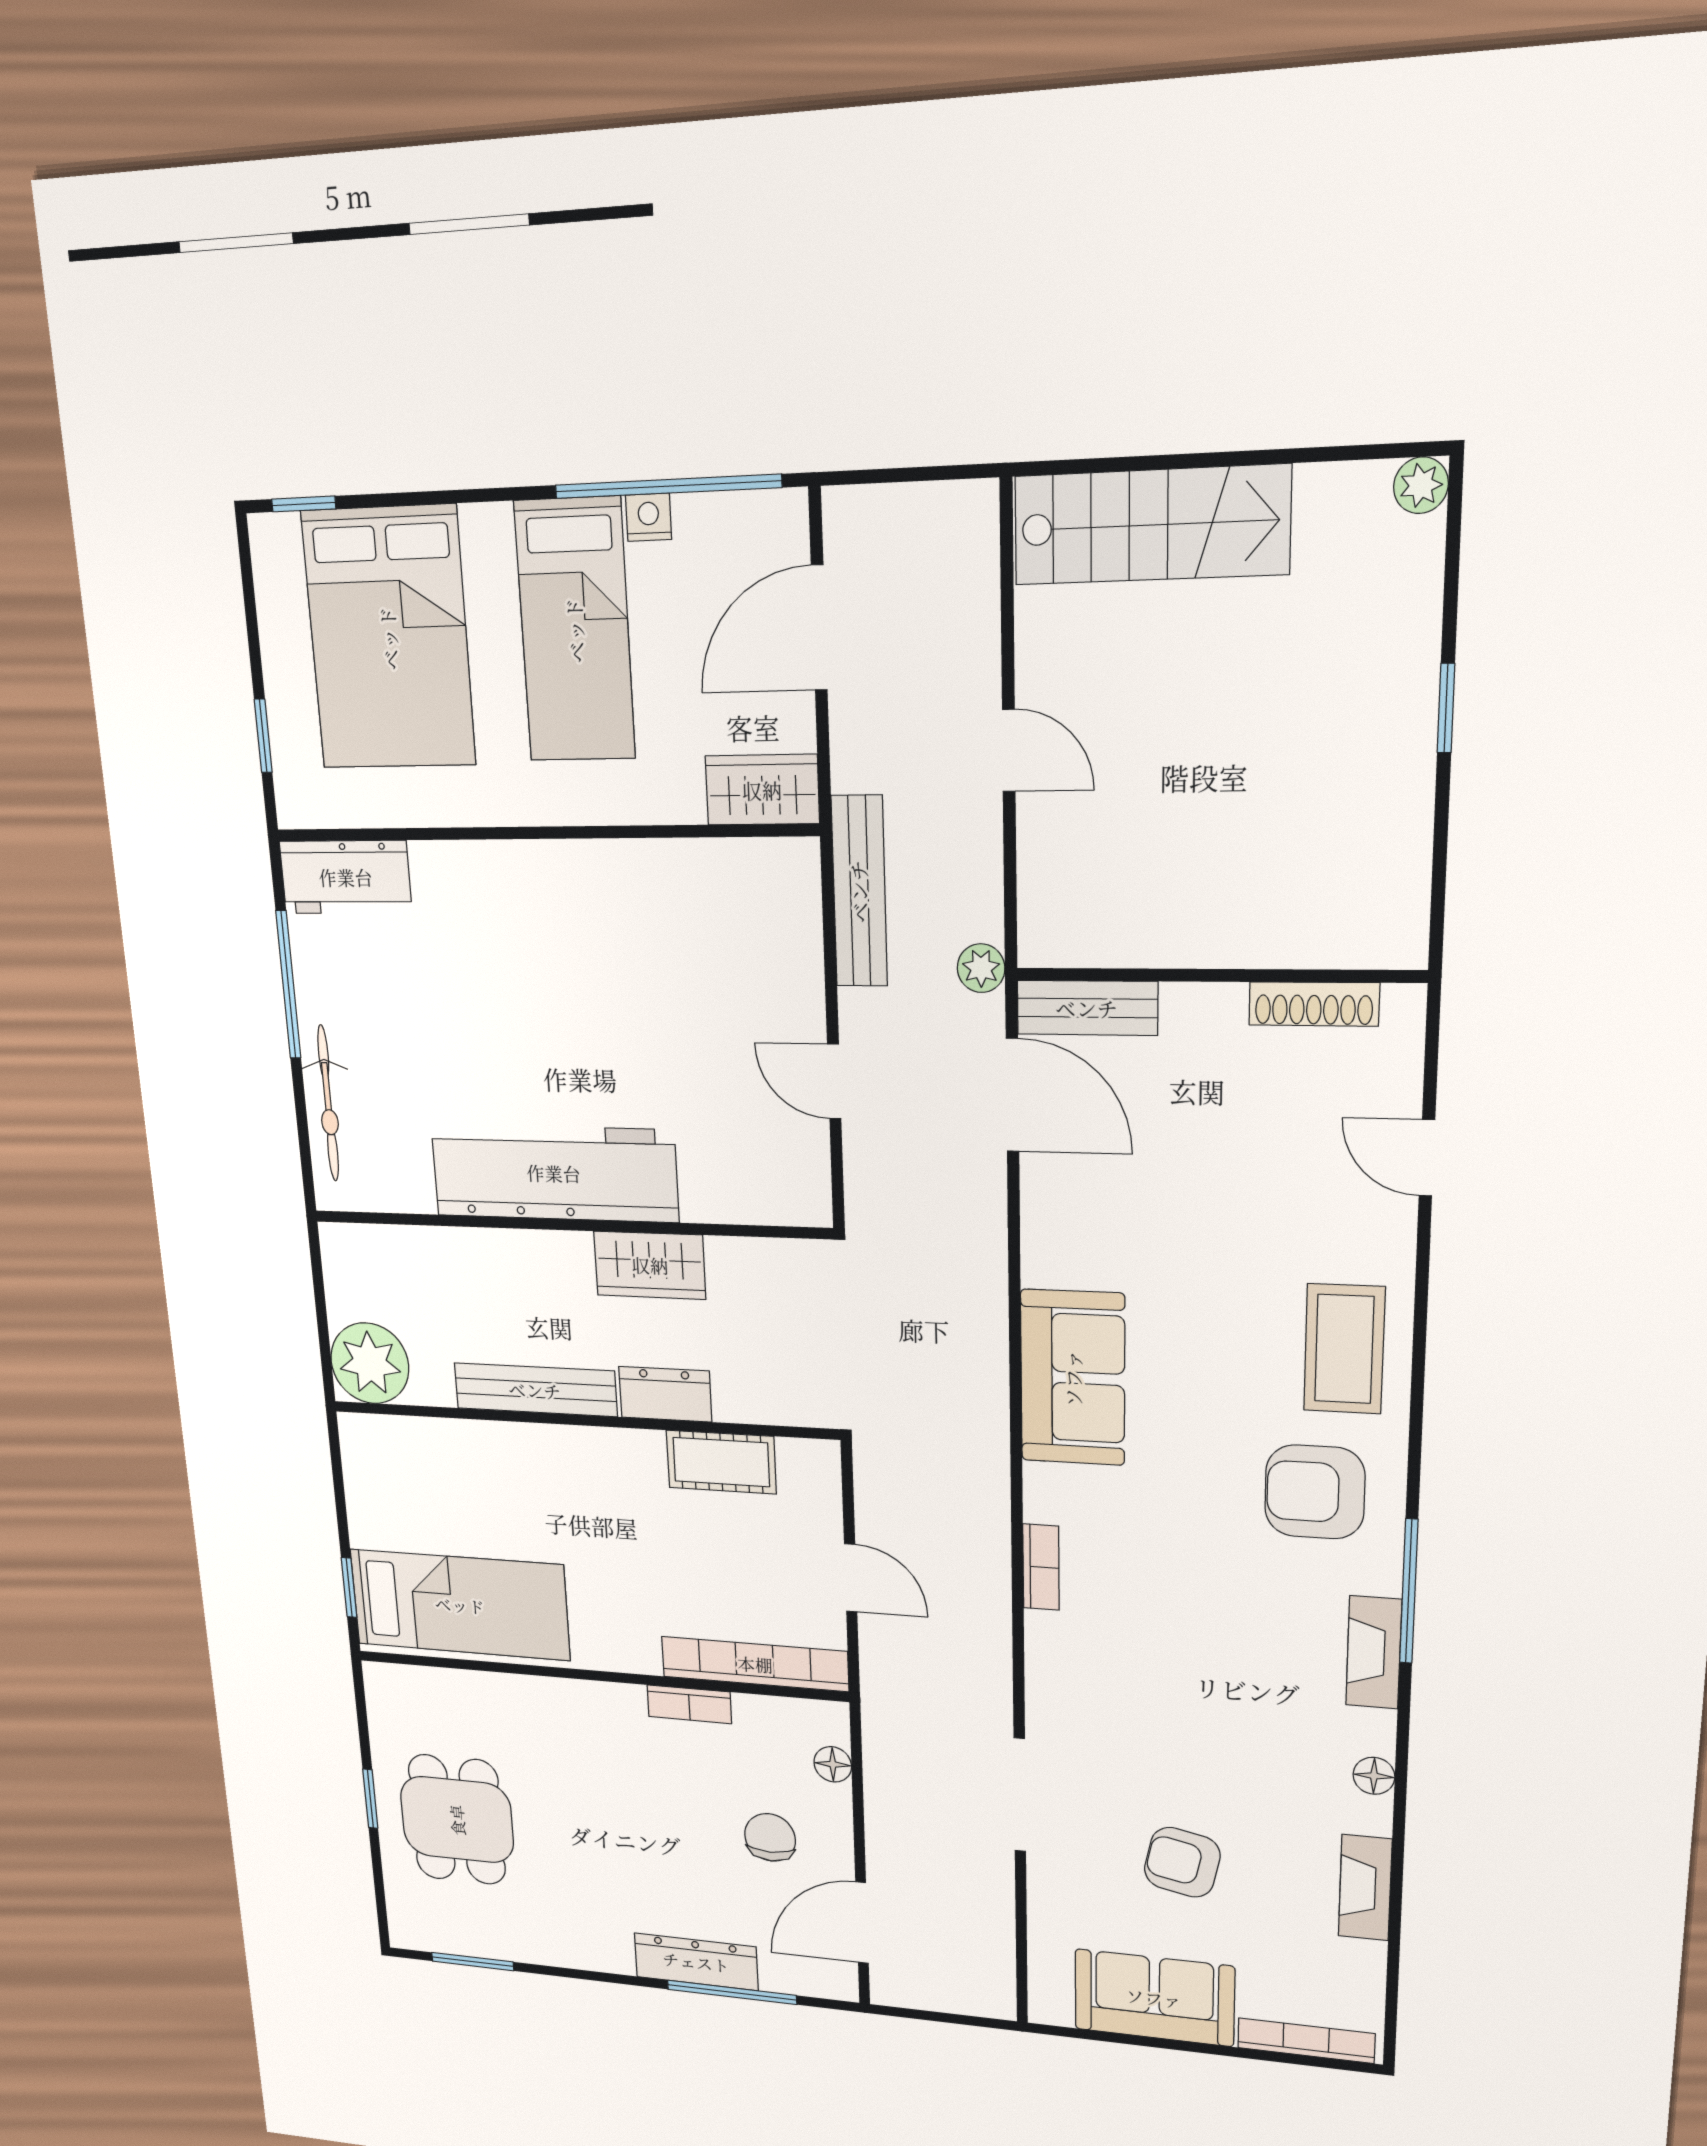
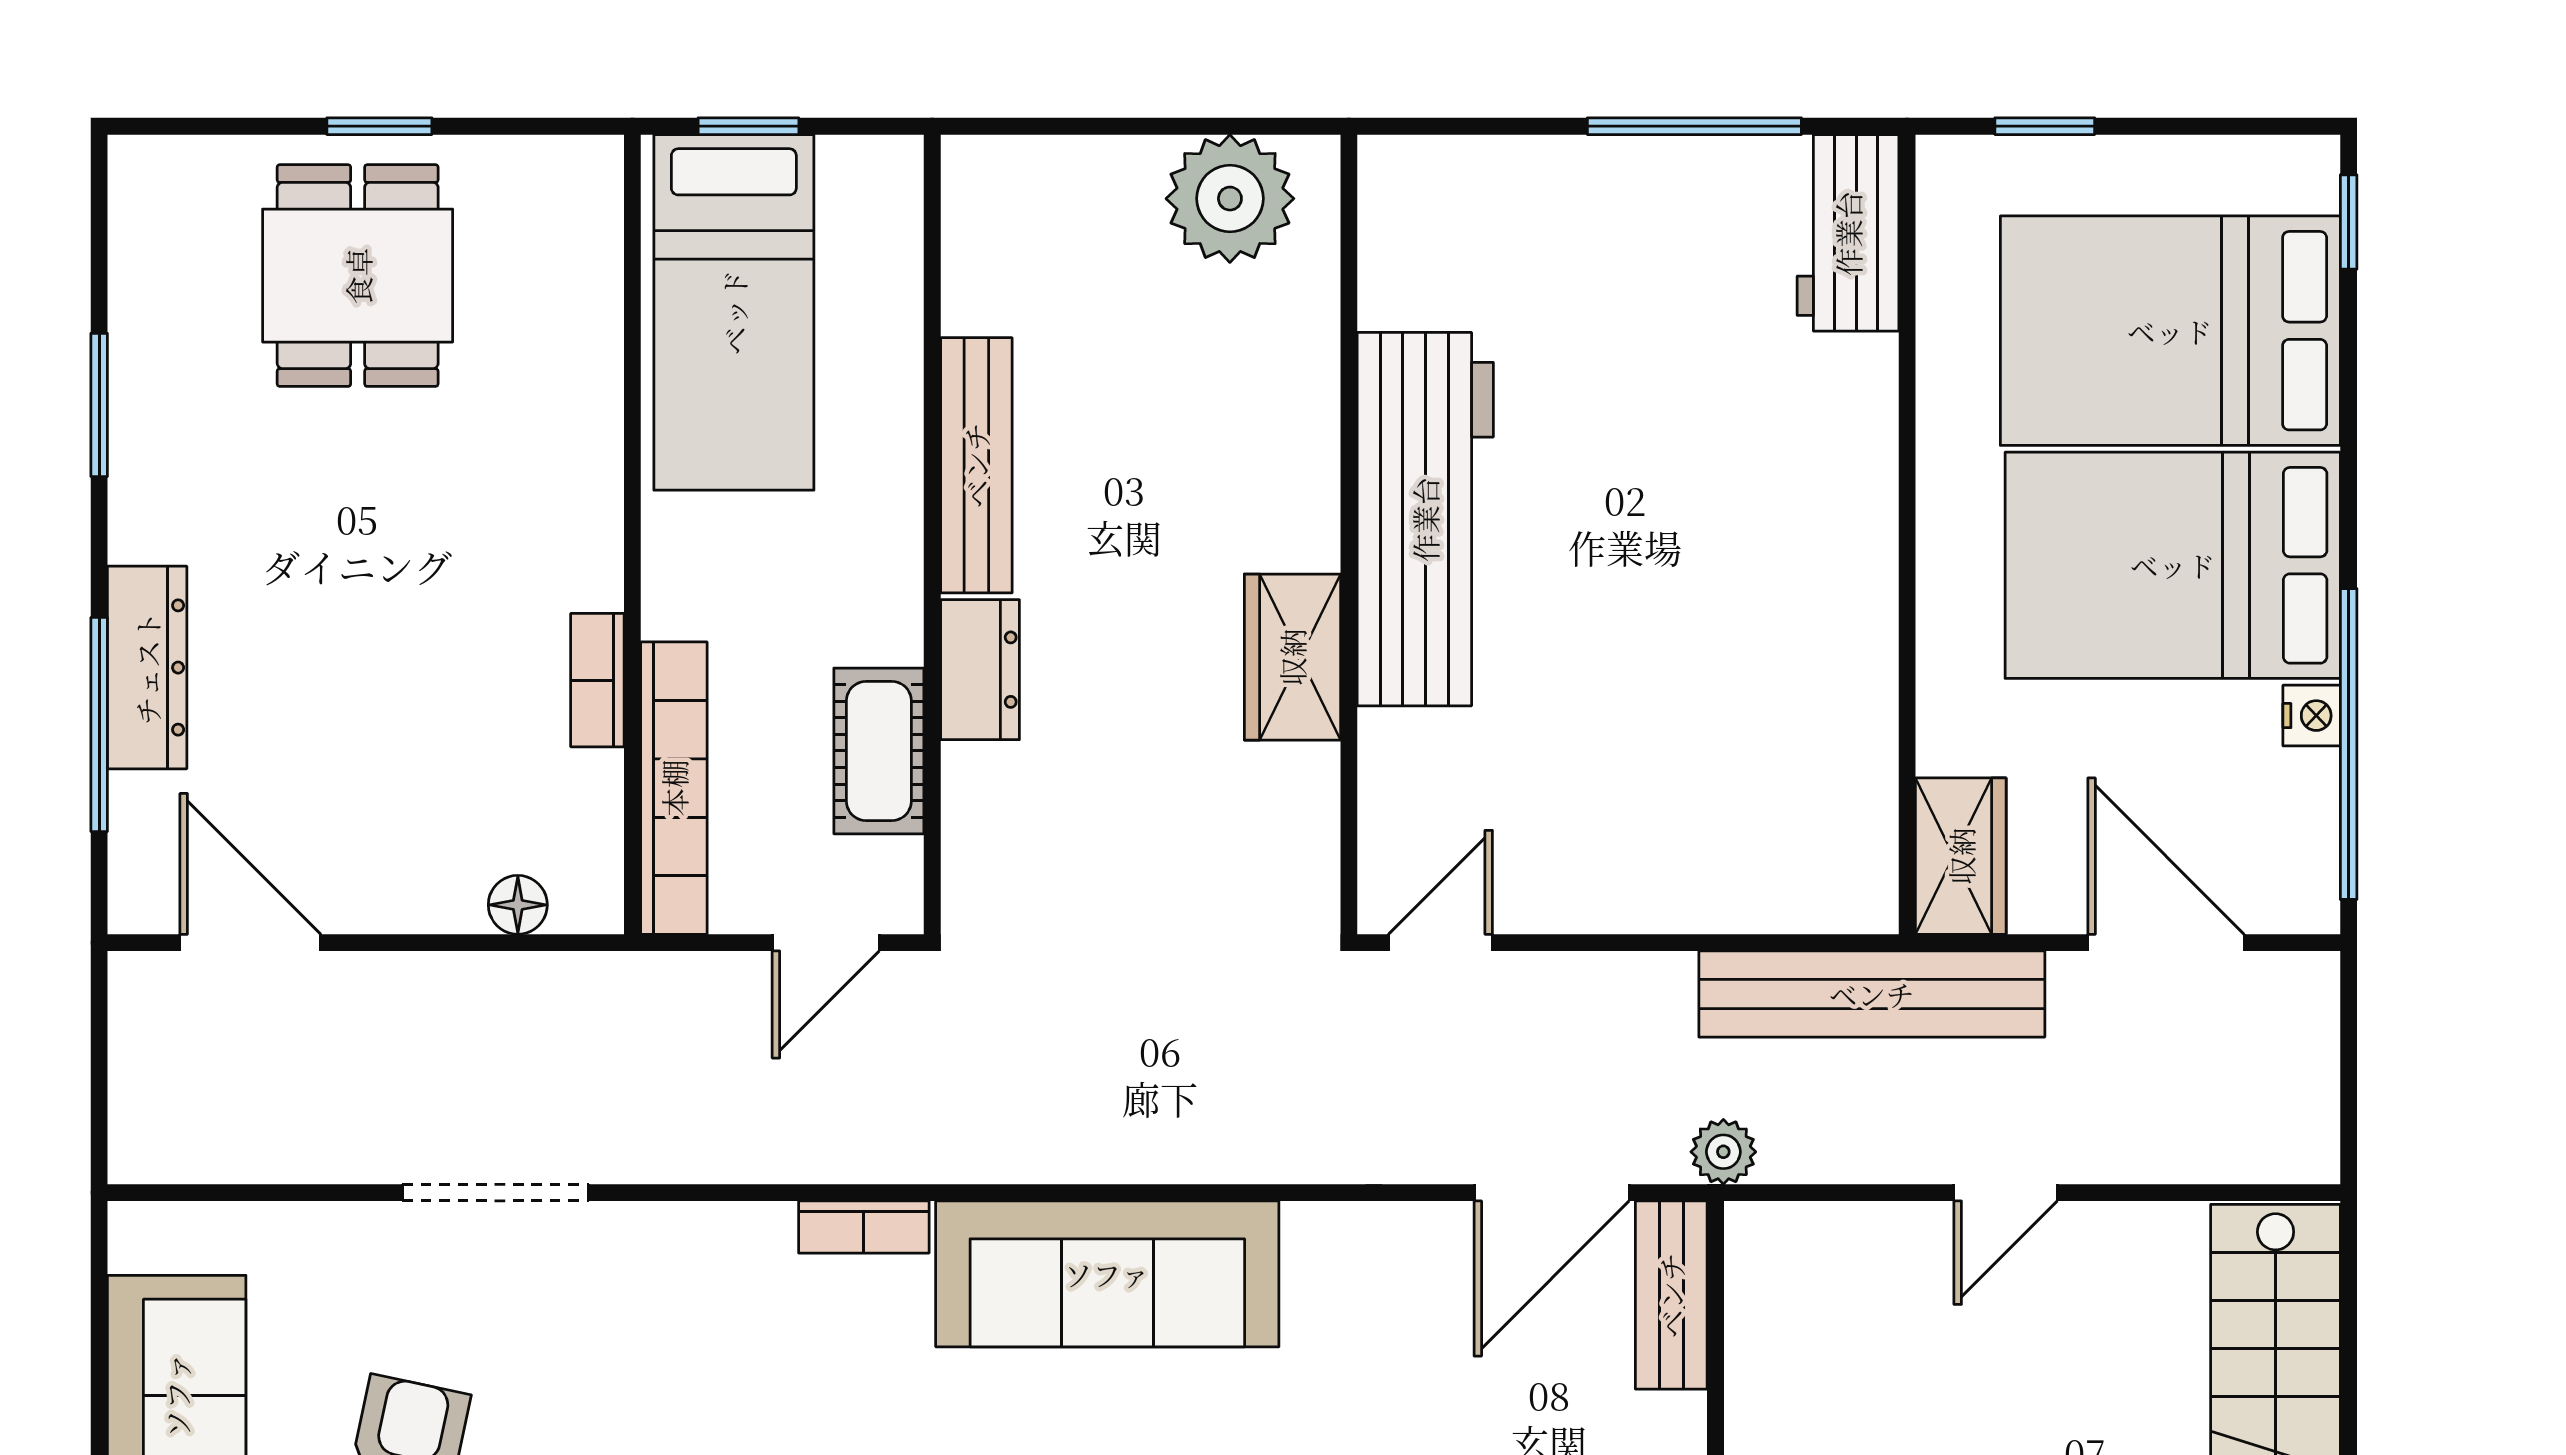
bed: (575, 630) -> (2173, 565), width x1.50
bench: (859, 891) -> (1872, 994), width x1.37, depth x1.21
door: (834, 1081) -> (1440, 943), moved
bicycle: (328, 1103) -> (1520, 171), removed
plant: (370, 1363) -> (1230, 199), moved
sofa: (1073, 1378) -> (1107, 1274), width x1.36
bench: (535, 1390) -> (976, 465), moved
dresser: (665, 1394) -> (980, 670), moved
wall: (581, 1420) -> (932, 534), moved
cot: (721, 1462) -> (879, 751), moved
dining table: (457, 1820) -> (358, 276), turned 90
chair: (770, 1837) -> (382, 800), removed
window: (473, 1962) -> (99, 405), moved

